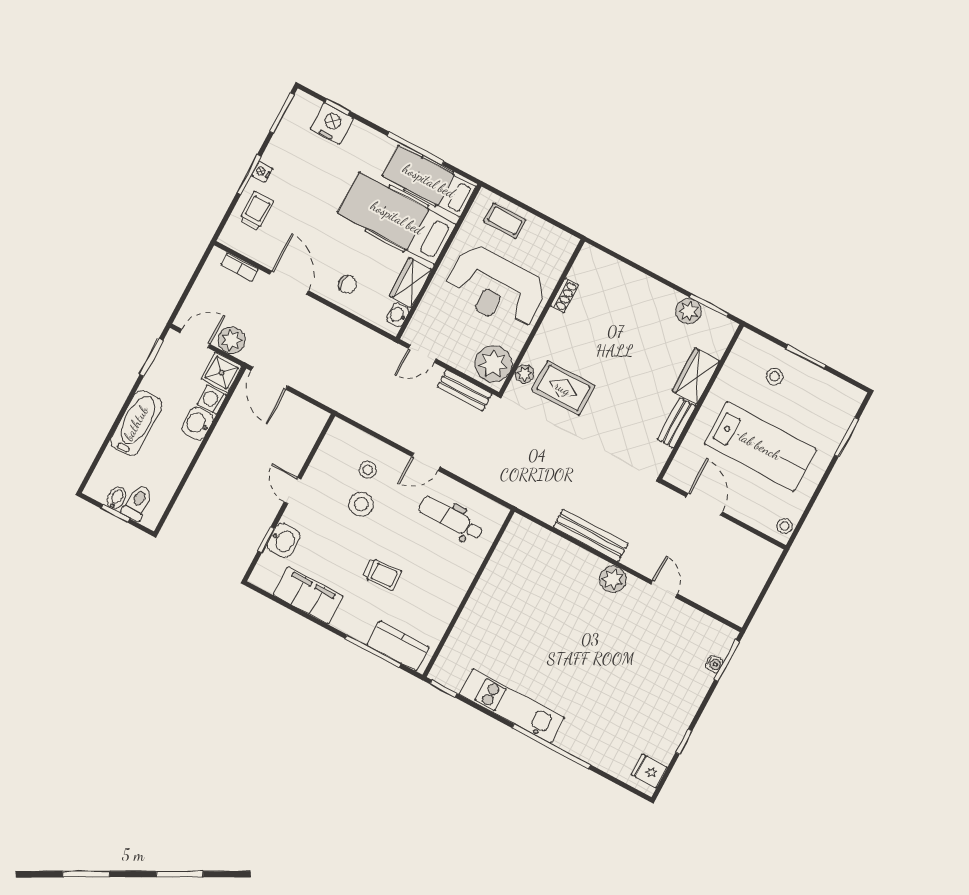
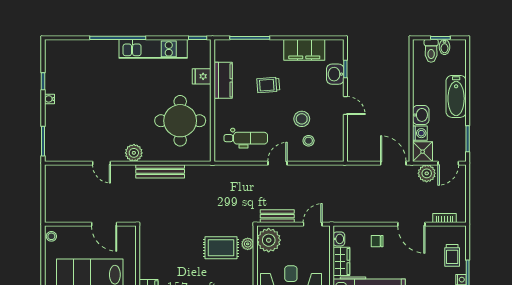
bench: (677, 423) -> (145, 263), removed
round table: (527, 589) -> (180, 121), added
kitchen counter: (398, 646) -> (223, 80), moved, turned -90
water cooler: (714, 664) -> (49, 99), moved
fridge: (649, 771) -> (202, 76), moved, turned 180

